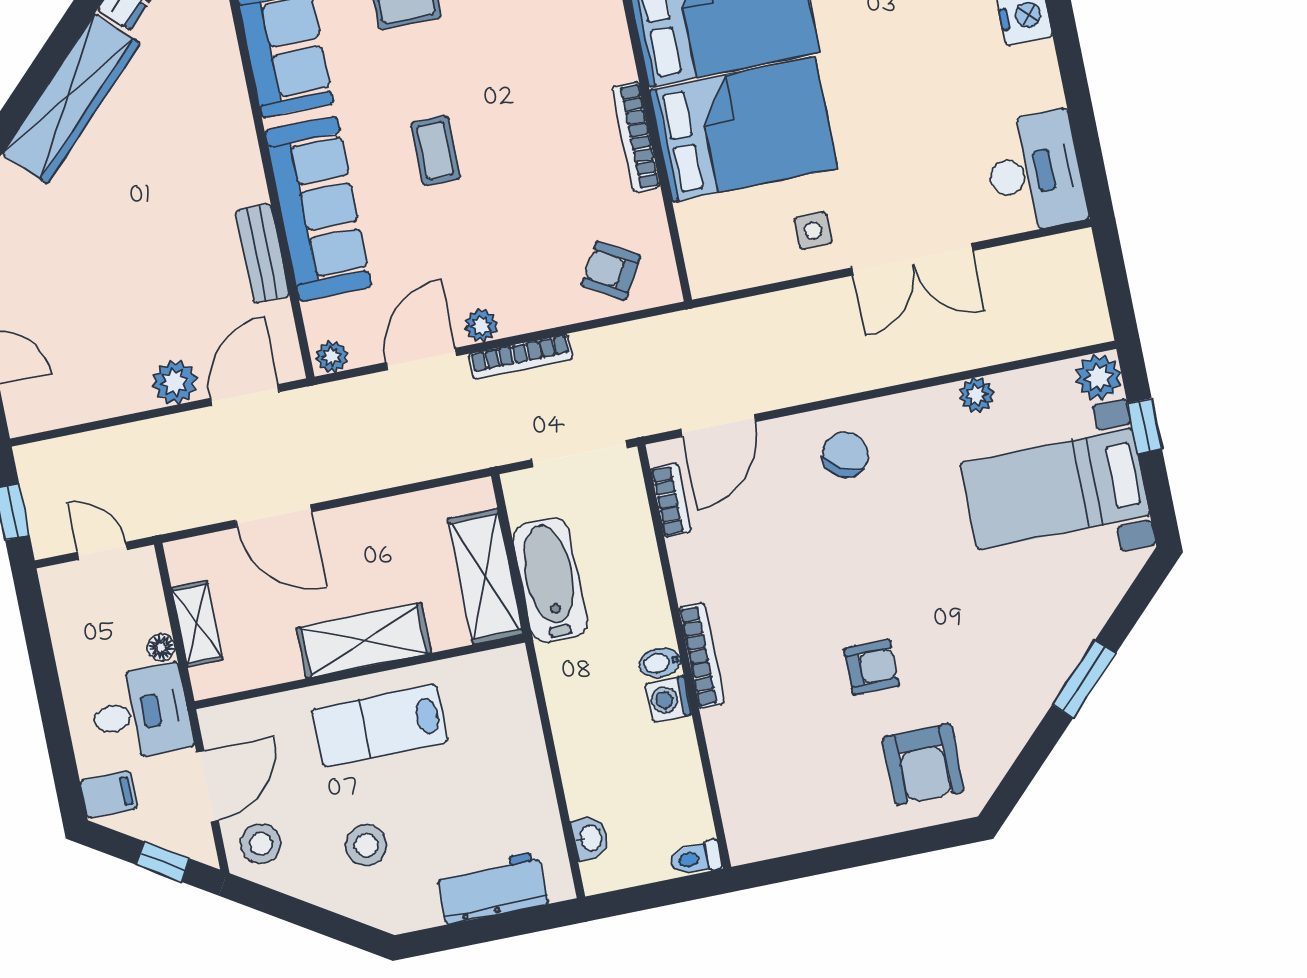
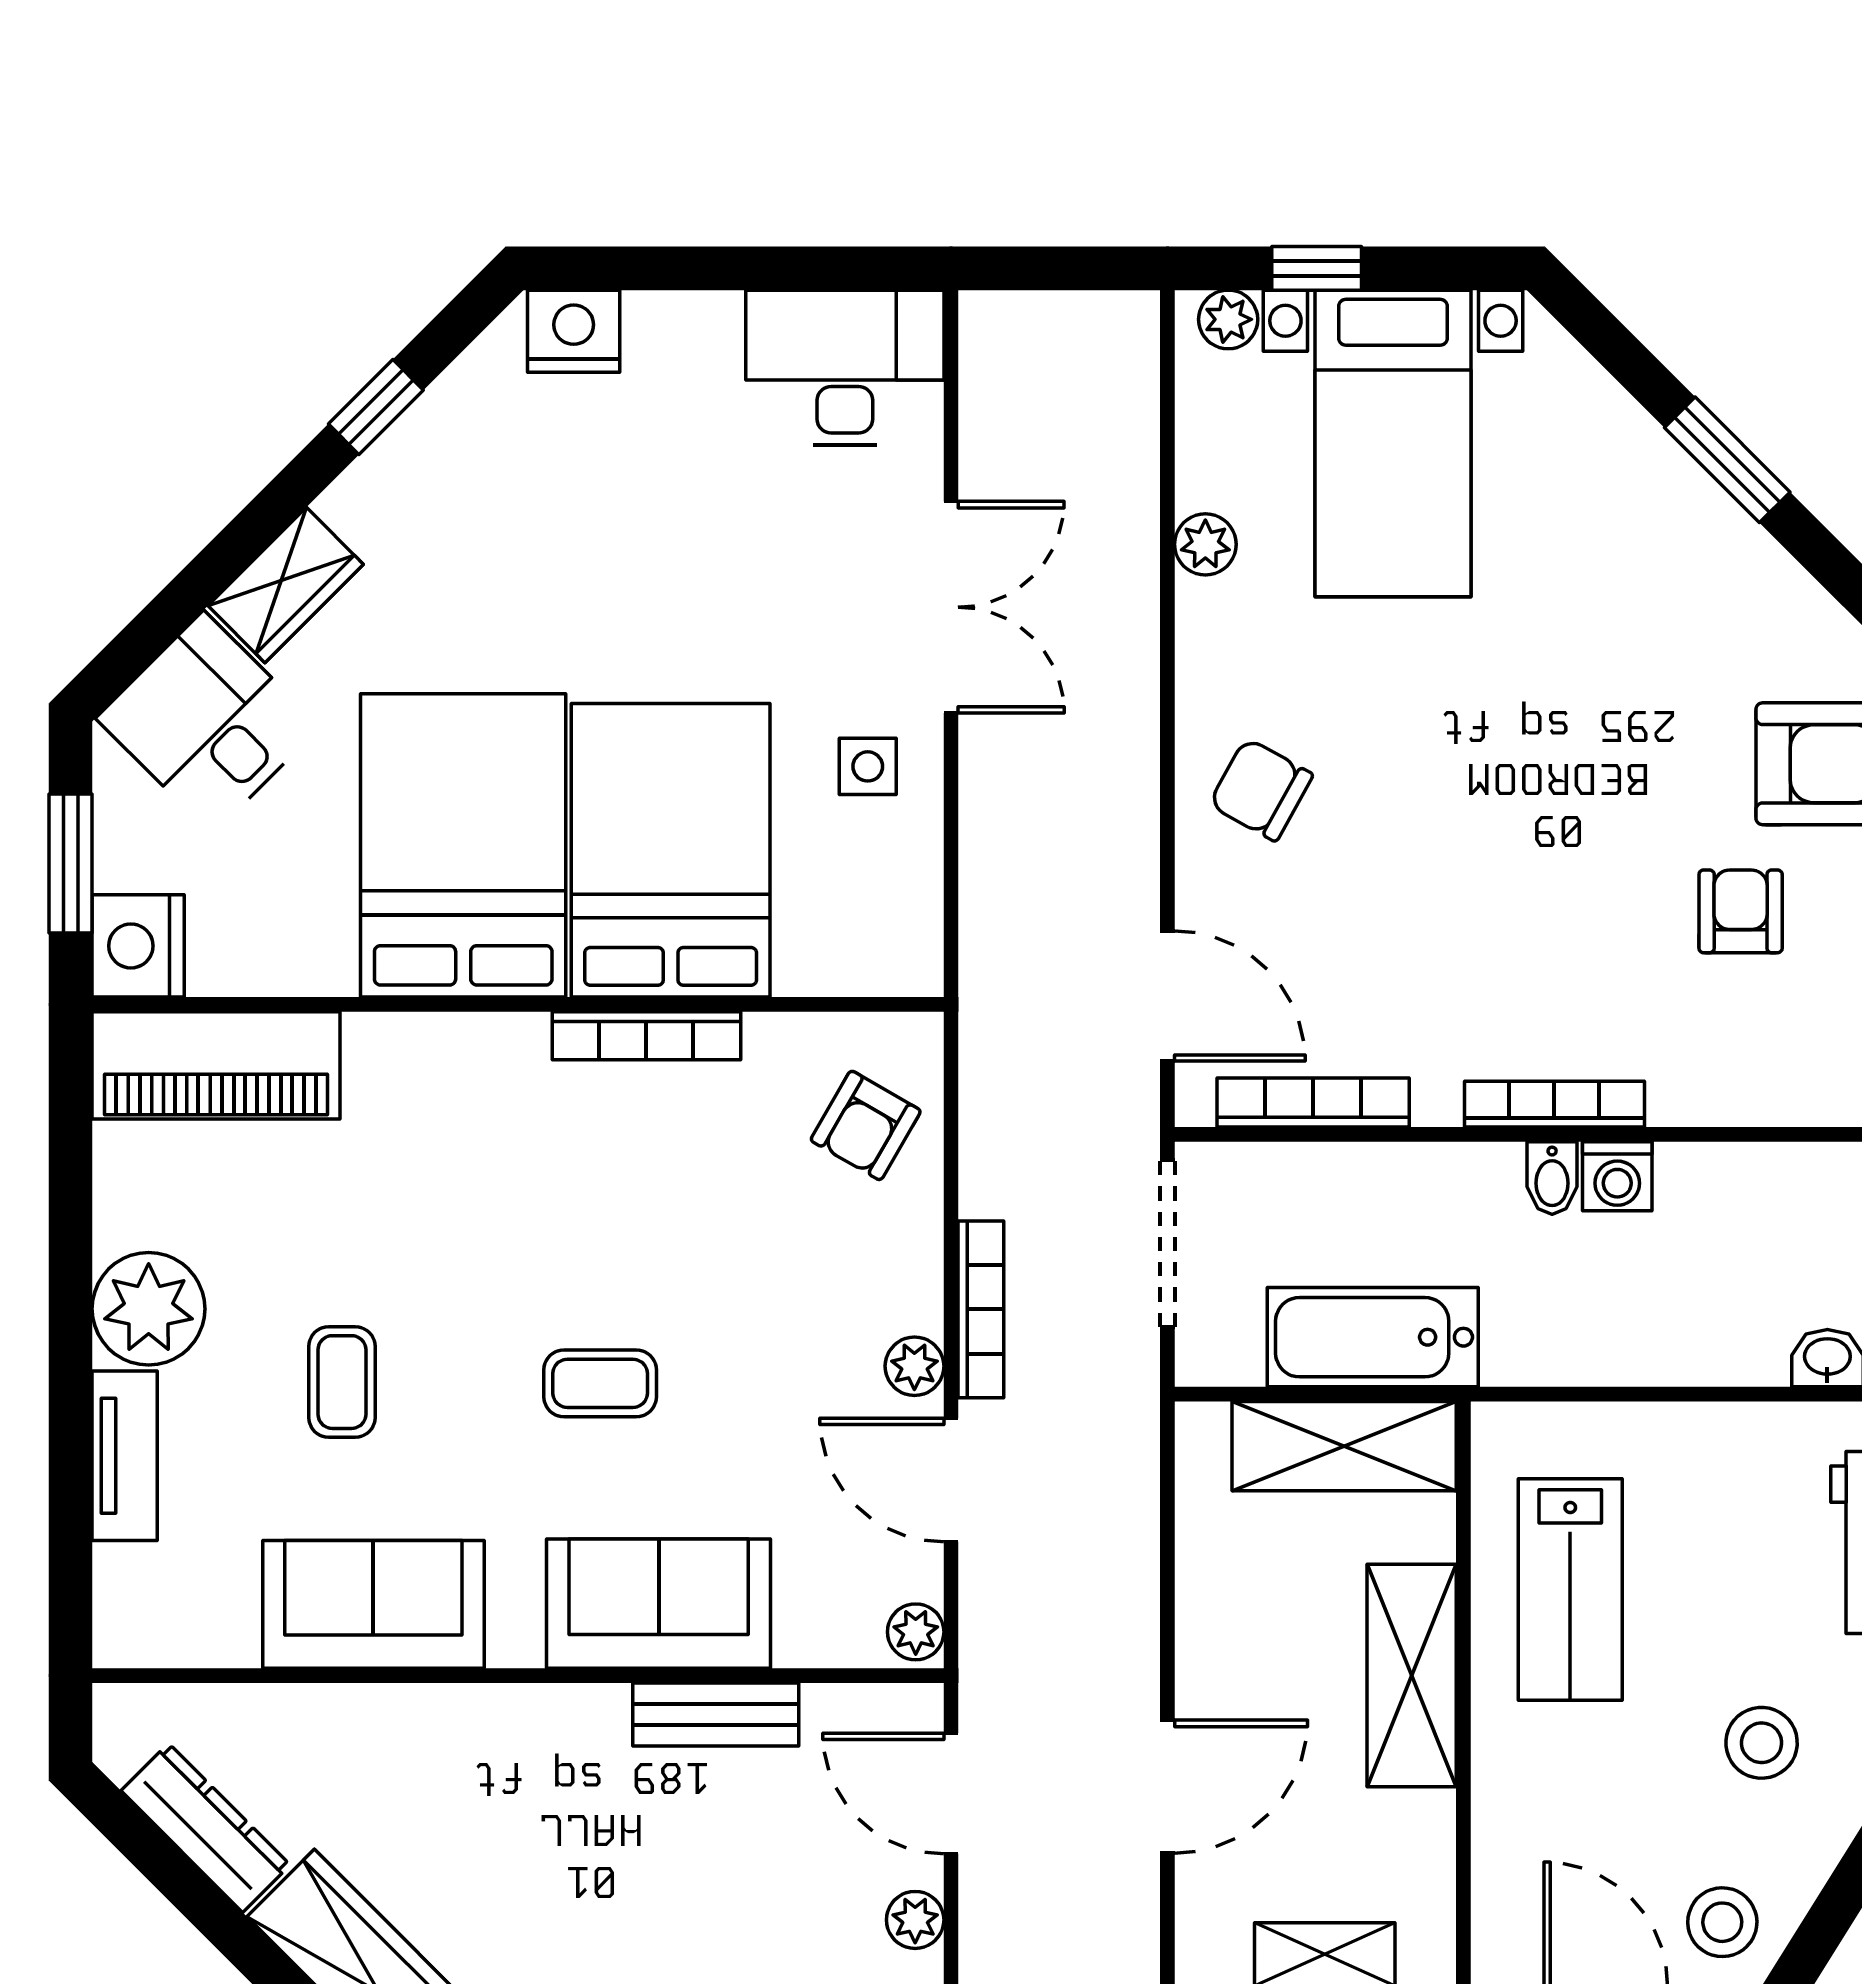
sofa: (318, 209) -> (659, 1604), width x0.73
plant: (1098, 377) -> (1228, 319), width x0.73, depth x0.73
plant: (174, 382) -> (915, 1920), width x0.73, depth x0.73
bookcase: (671, 500) -> (1313, 1103), width x1.56
armchair: (872, 667) -> (1741, 911), moved
lab bench: (380, 726) -> (1570, 1590), moved

